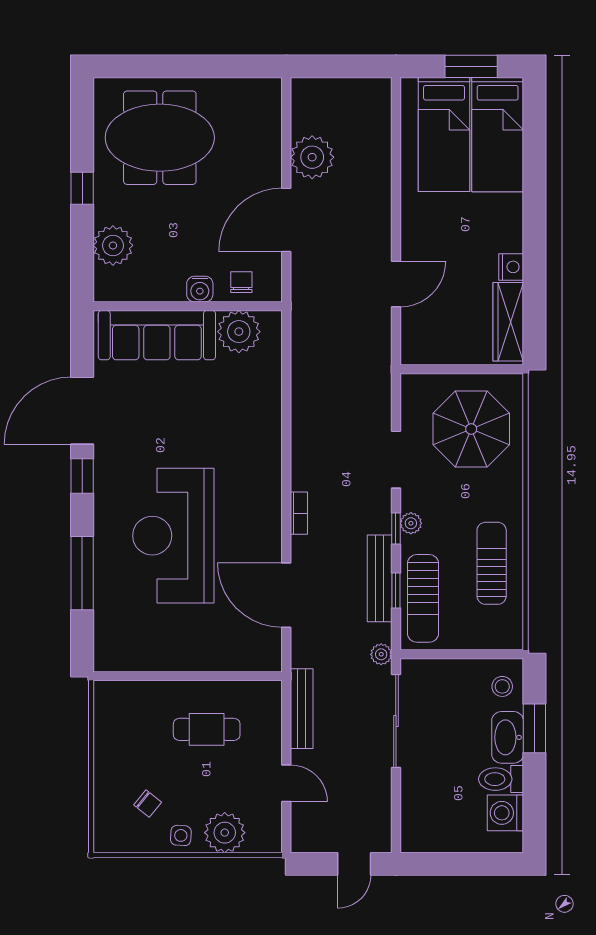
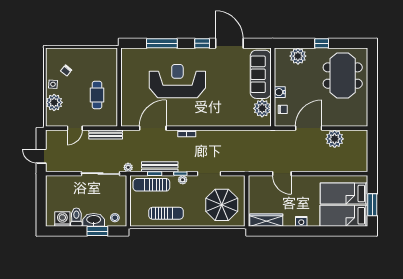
door: (286, 220) -> (309, 128), hinge flipped
nightstand: (511, 267) -> (301, 221), moved

